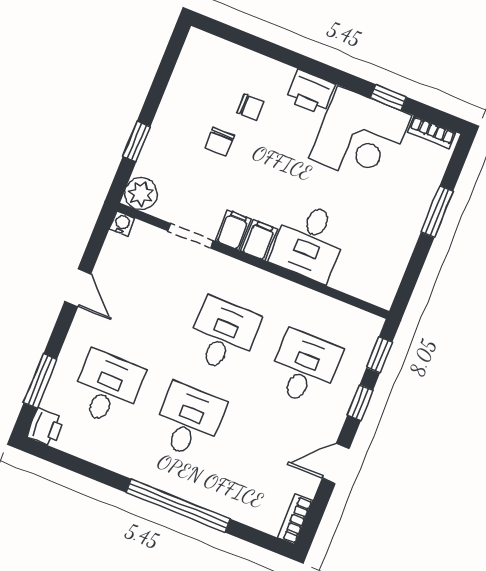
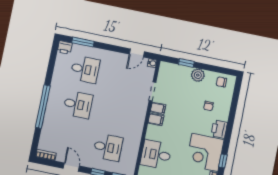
chair: (220, 142) -> (221, 82), moved
plant: (141, 194) -> (198, 75), moved
desk: (309, 242) -> (156, 155), moved
door: (78, 288) -> (137, 53), moved
desk: (223, 335) -> (115, 112), removed

